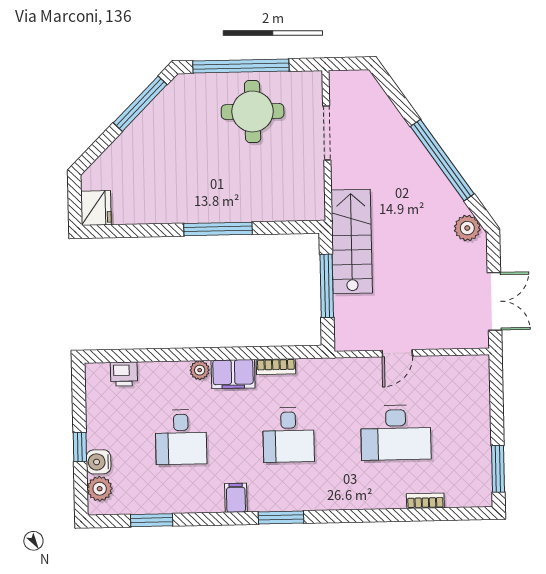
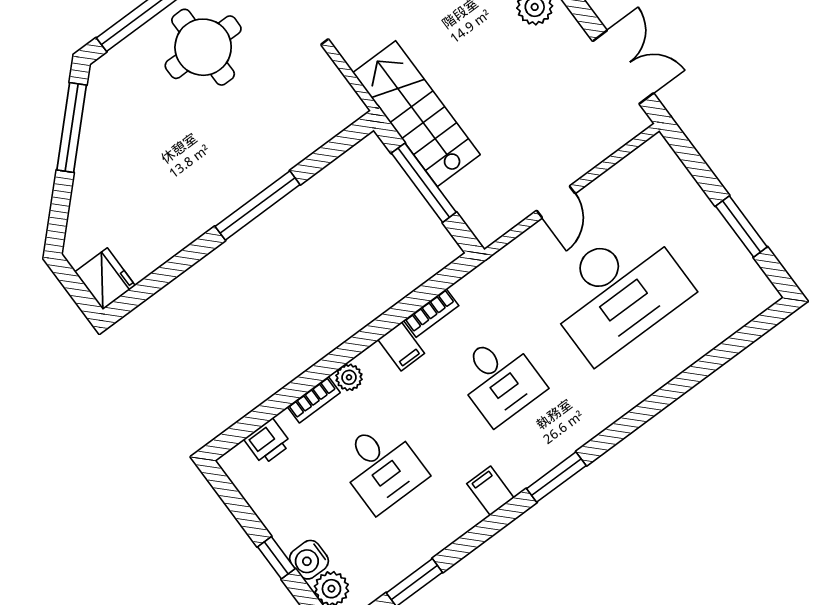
filing cabinet: (233, 374) -> (401, 346), width x0.50
desk: (396, 433) -> (617, 292), width x1.36, depth x1.30
window: (498, 469) -> (741, 226), moved
bookcase: (425, 501) -> (314, 400), moved, turned 180

